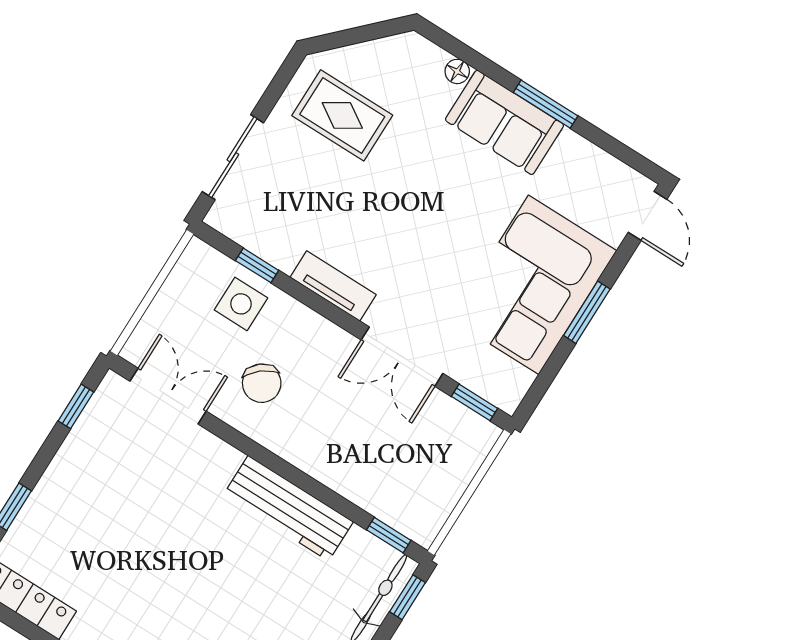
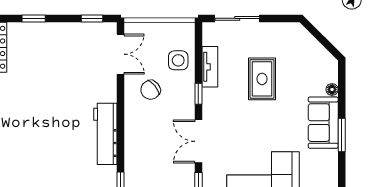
rug: (342, 115) -> (262, 79), moved
window: (257, 265) -> (198, 94), moved
tv unit: (333, 286) -> (210, 67), moved

